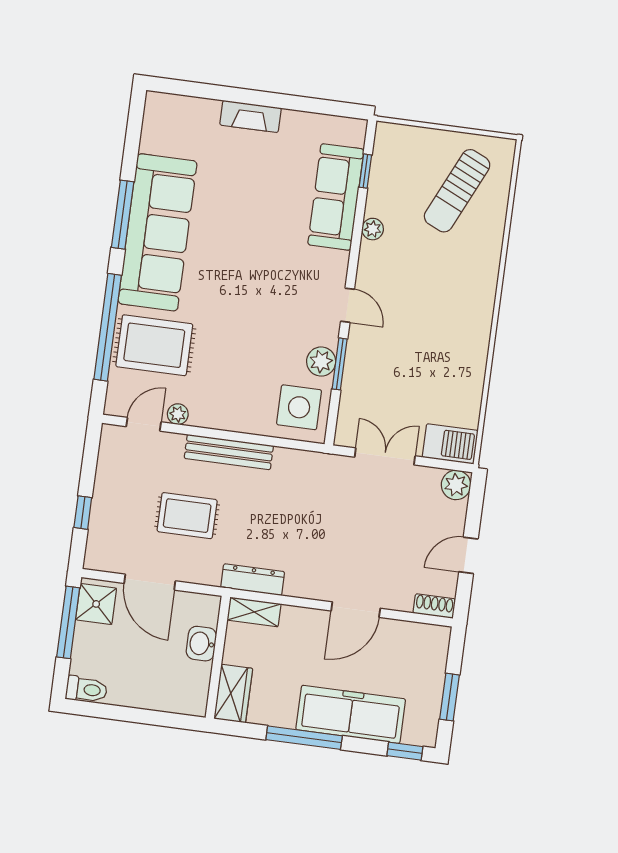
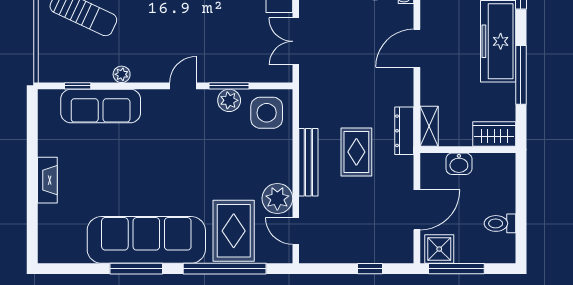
plant: (178, 414) -> (277, 198), width x1.88, depth x1.88
rug: (187, 516) -> (356, 152), moved
door: (356, 610) -> (417, 48), swing flipped
toilet: (86, 689) -> (500, 223), moved, turned -90

